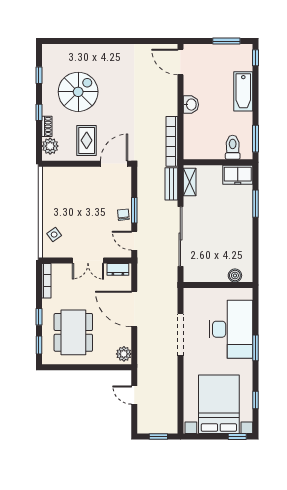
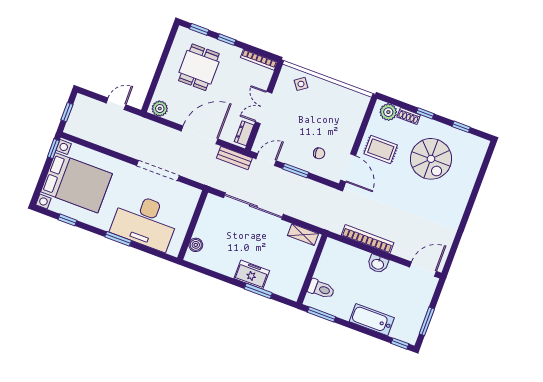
bookcase: (172, 141) -> (368, 239), moved
freezer: (238, 175) -> (252, 275), moved, turned 90
bench: (171, 184) -> (234, 158), moved
chair: (123, 215) -> (319, 153), moved
dining table: (73, 332) -> (199, 67), width x0.73
window: (237, 437) -> (53, 149), moved

